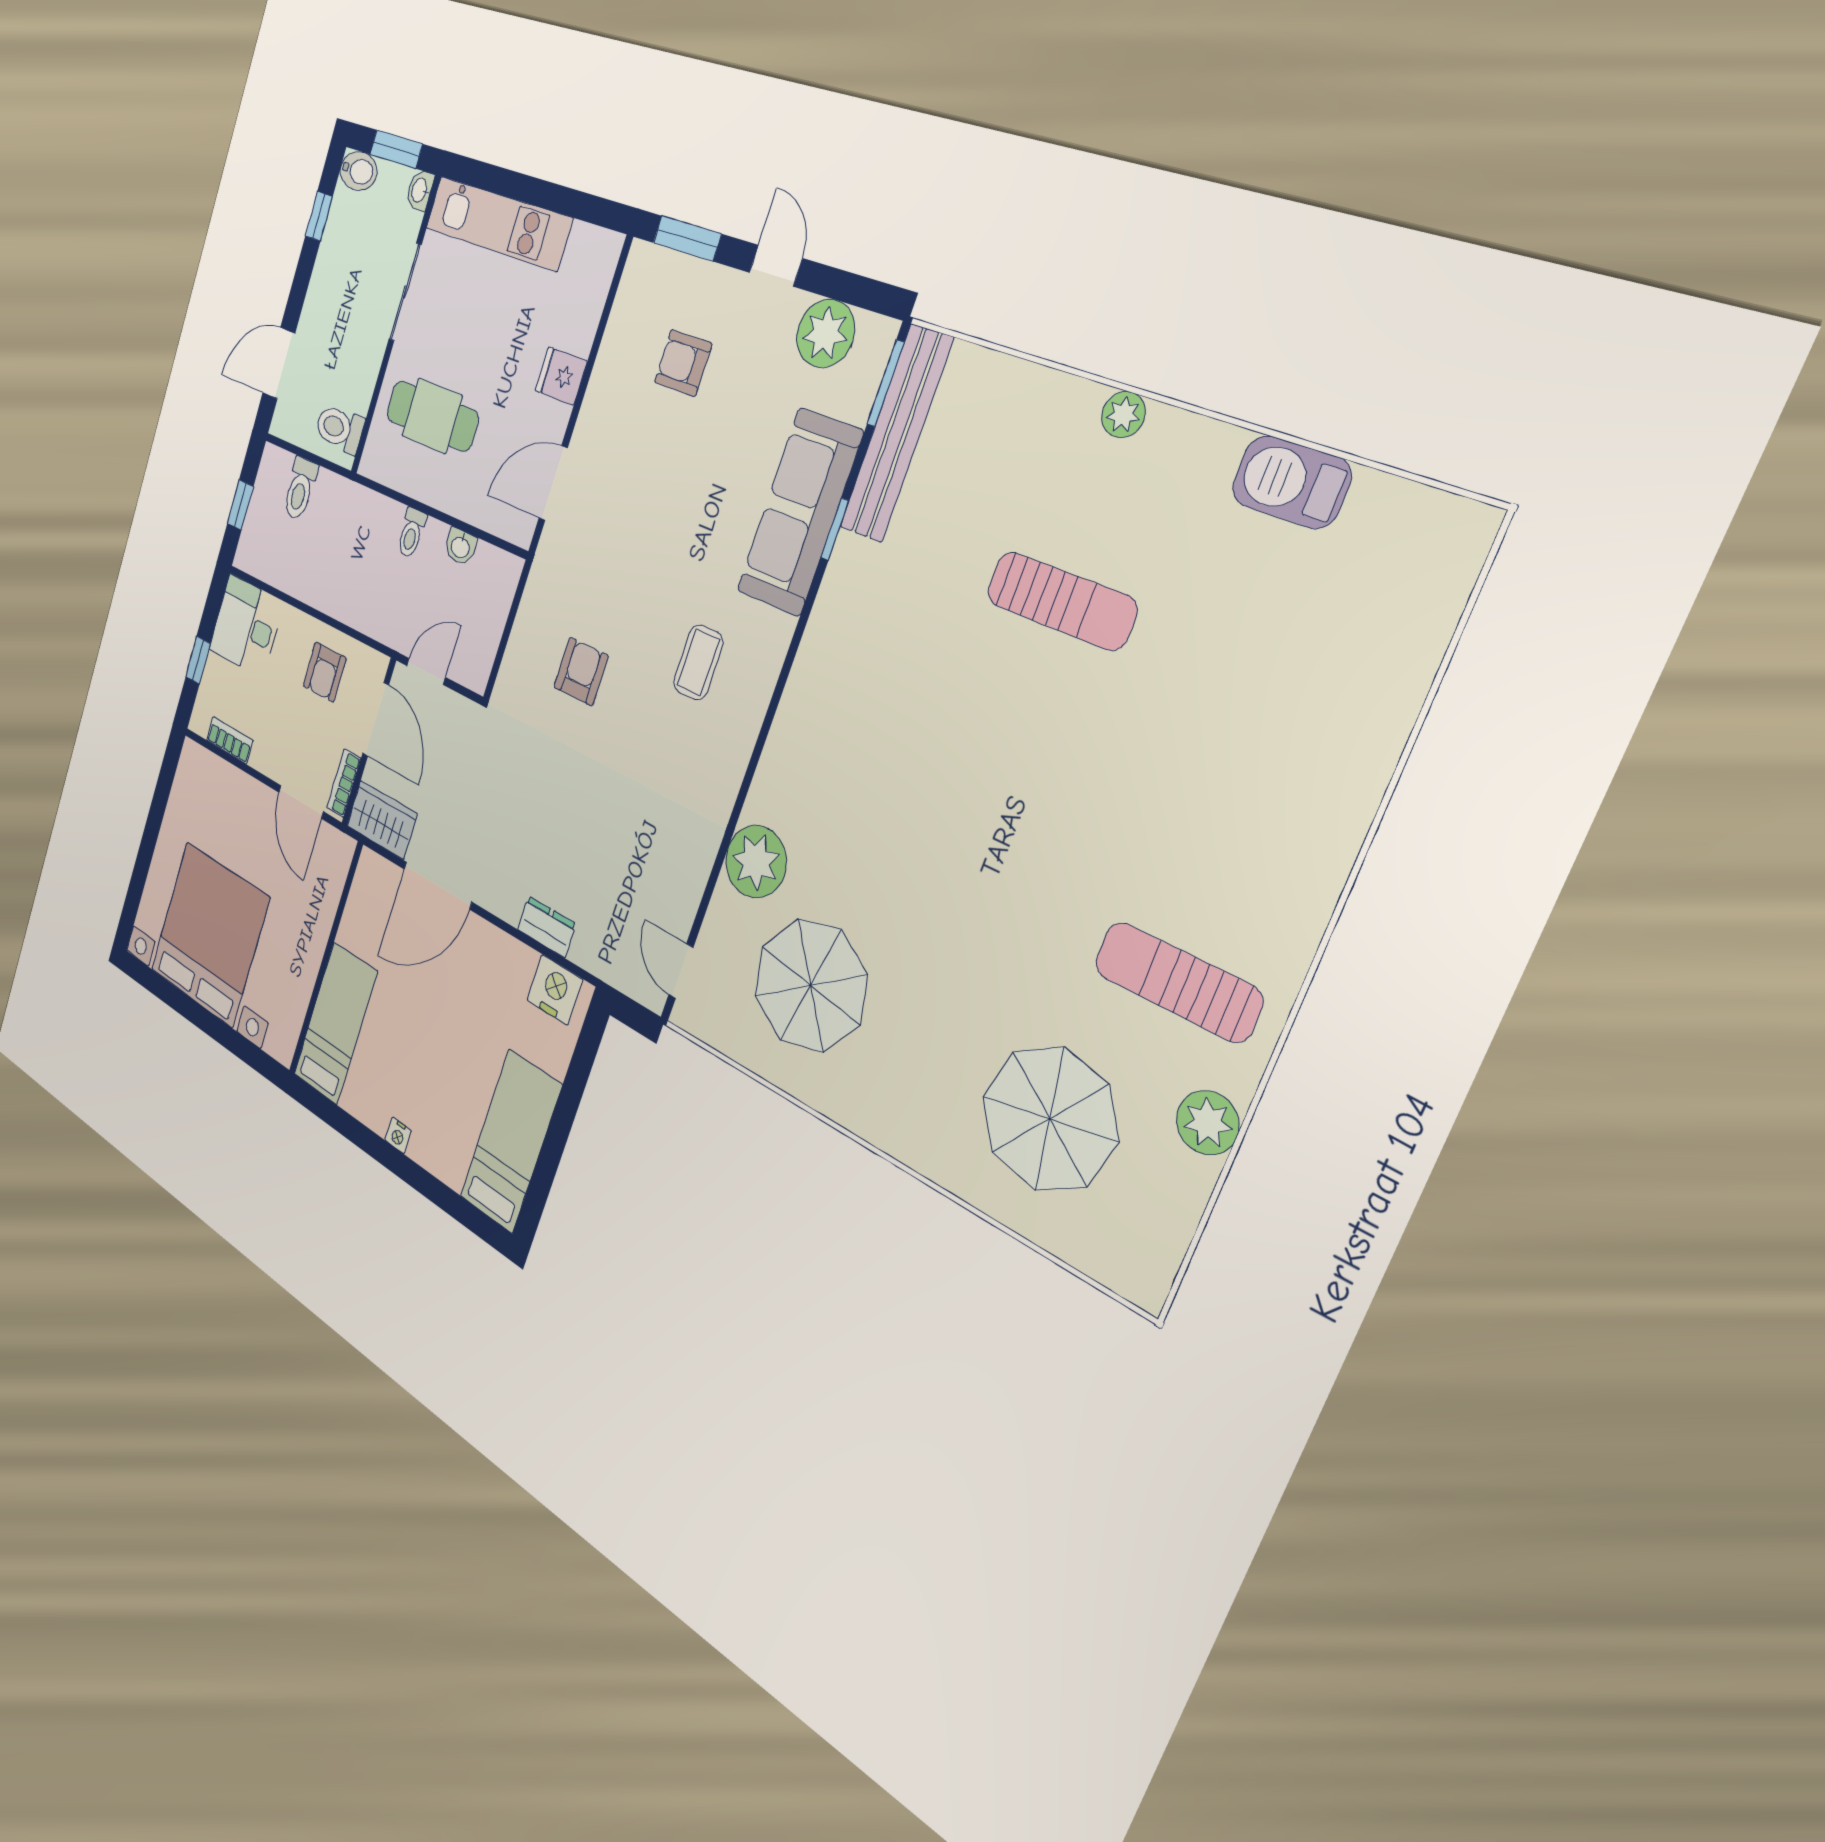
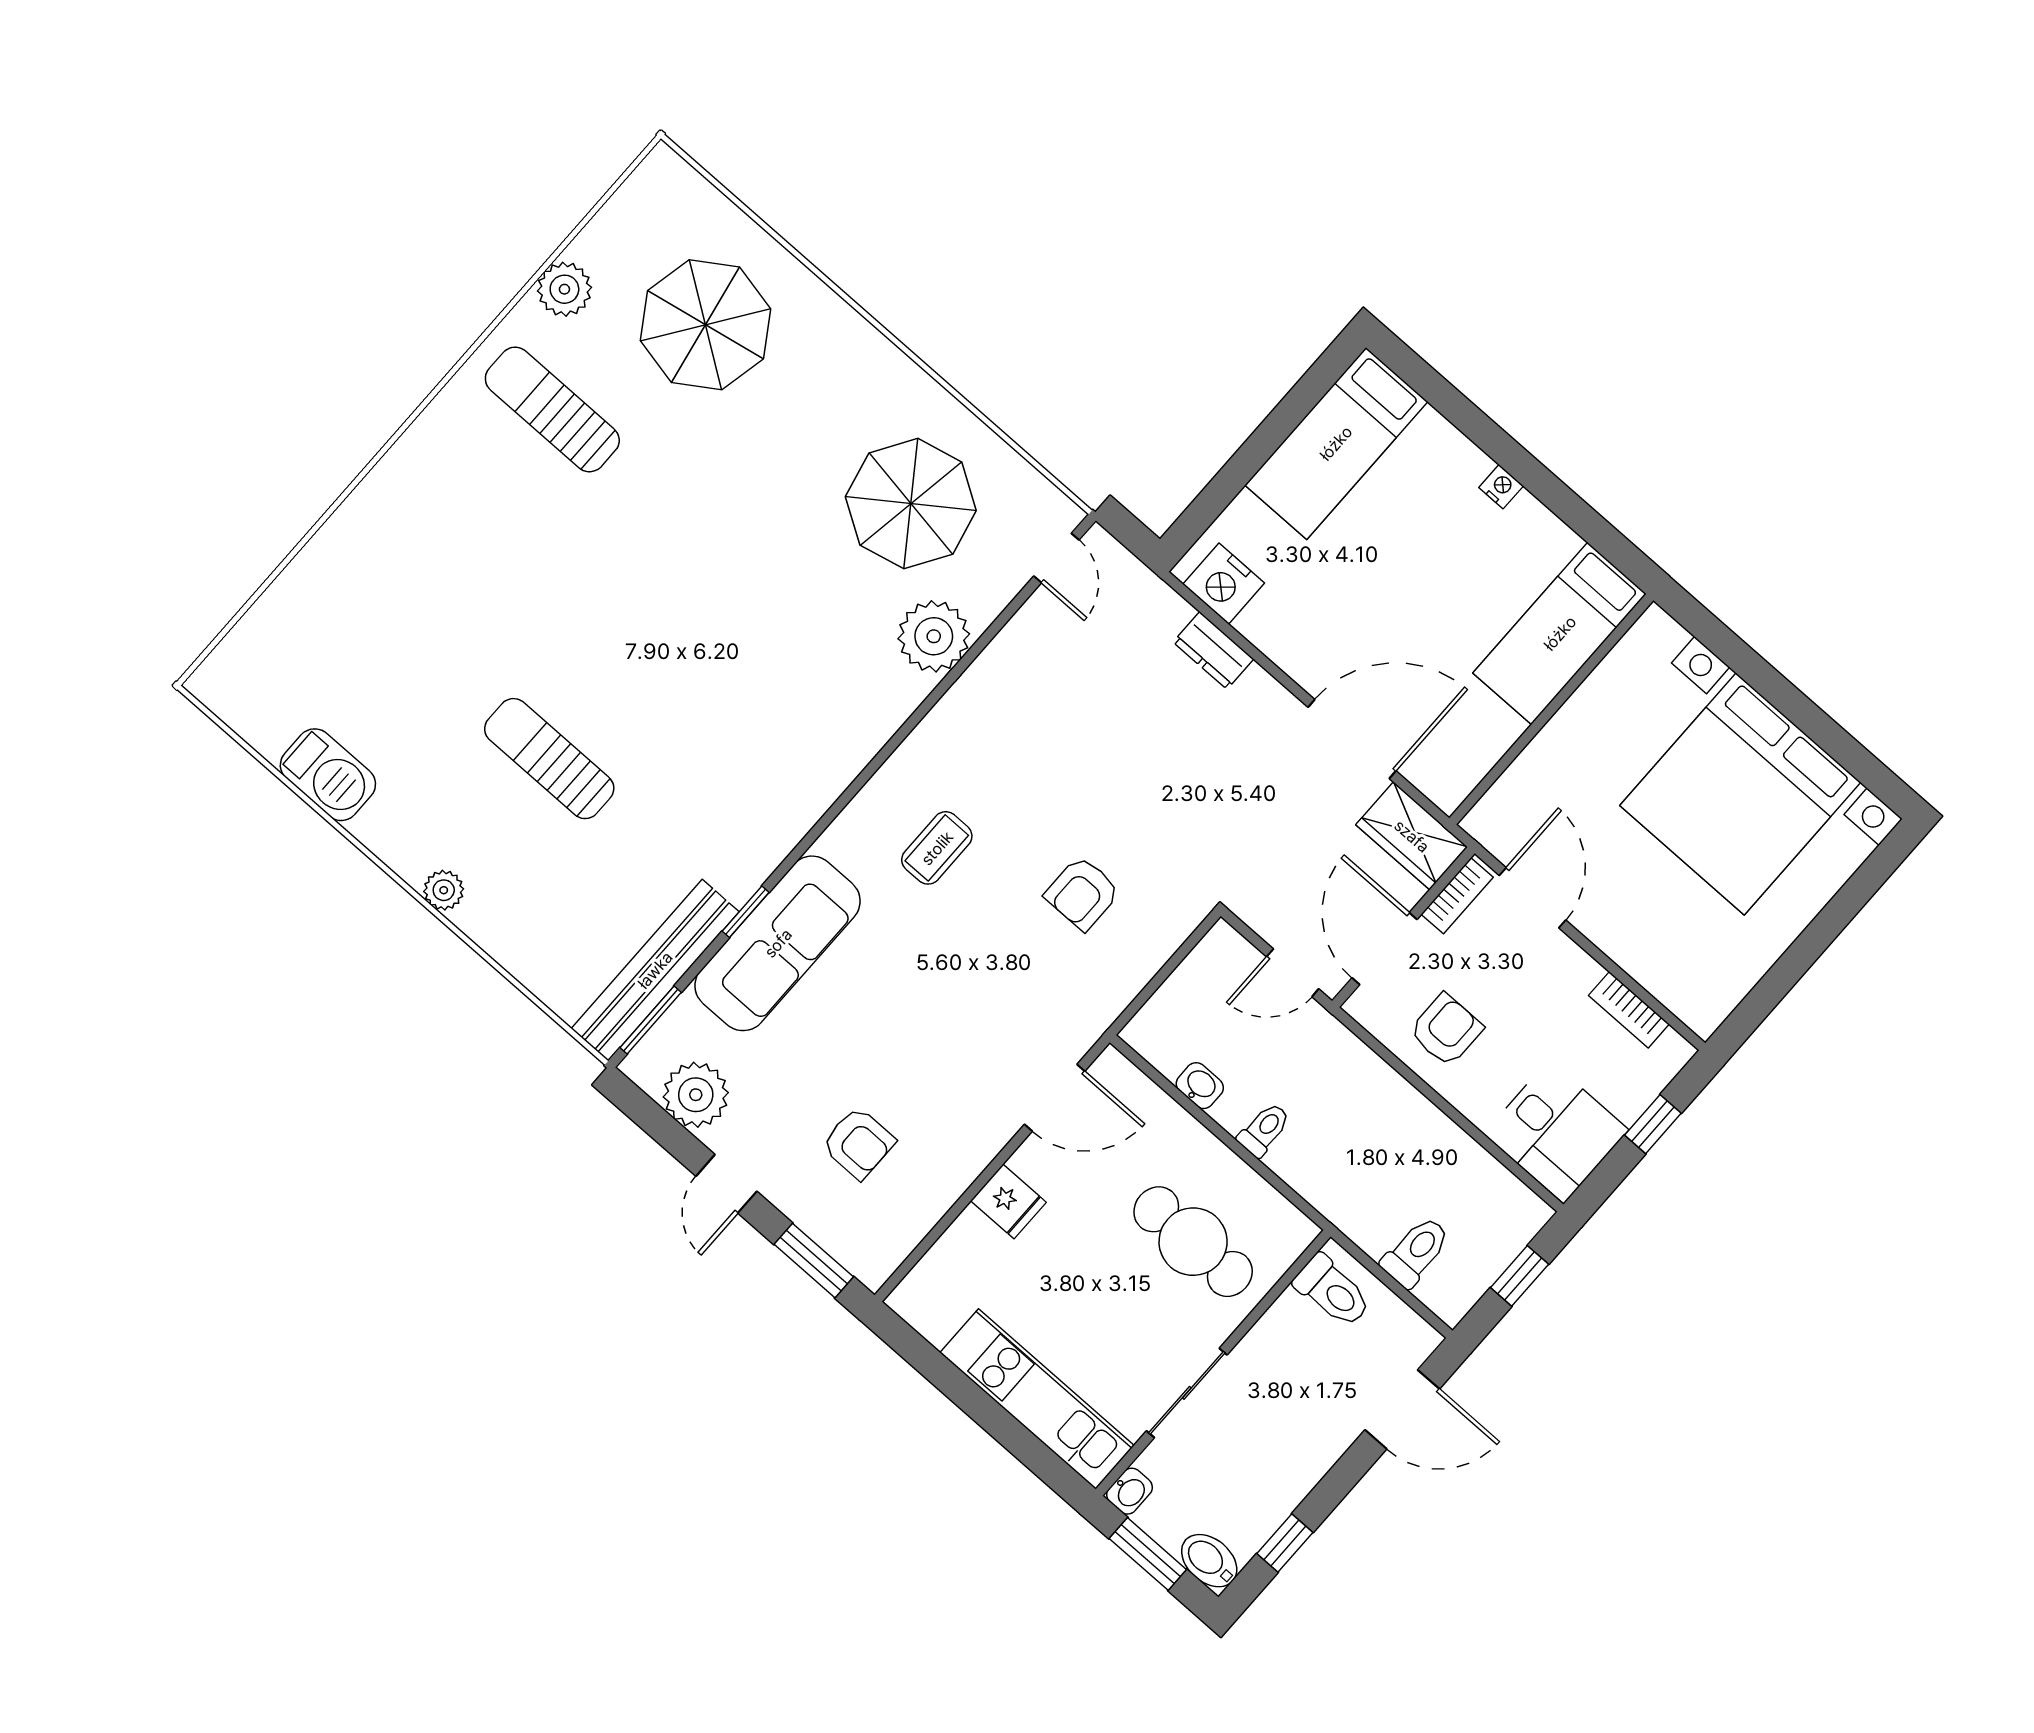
sun lounger: (1177, 982) -> (552, 409), turned 180

